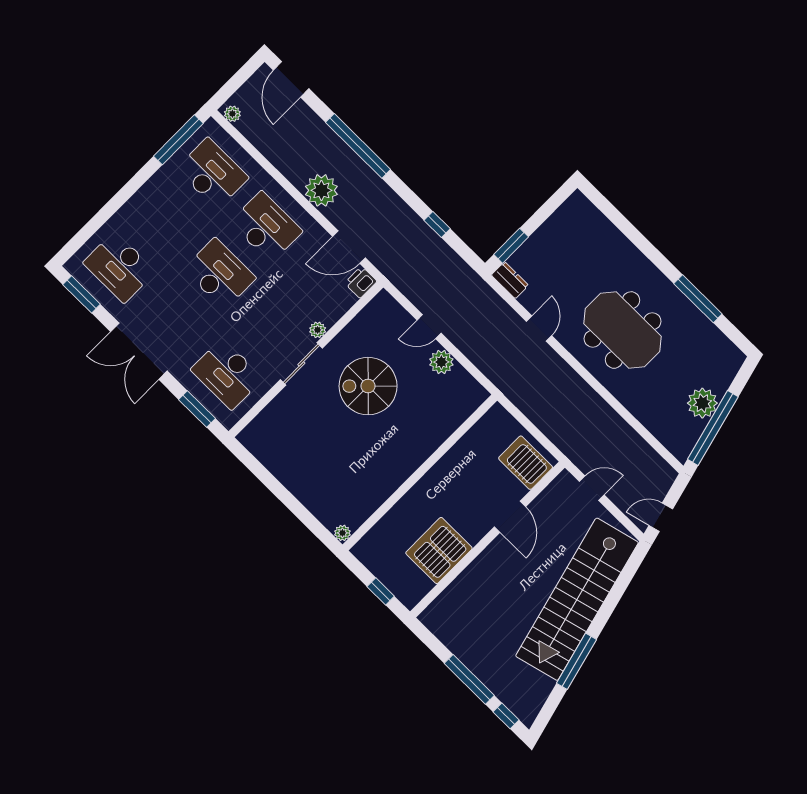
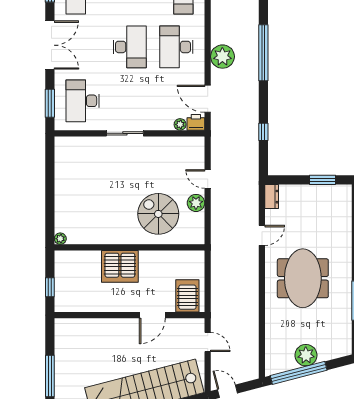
desk: (266, 227) -> (176, 47), turned 180
window: (511, 246) -> (322, 180), moved
plant: (318, 330) -> (180, 124), moved
double door: (139, 351) -> (50, 45), swing flipped
spiral stairs: (368, 386) -> (158, 214), moved
server rack: (439, 551) -> (120, 266), moved, turned 180

